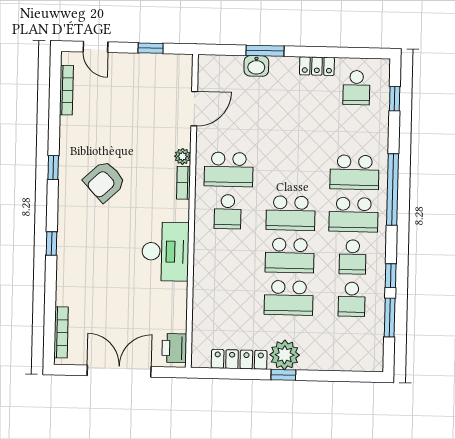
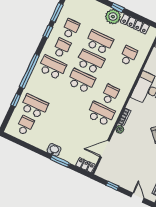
washbasin: (256, 66) -> (54, 150), moved
locker: (317, 66) -> (85, 165), moved
window: (395, 99) -> (16, 100), moved
school desk: (354, 172) -> (34, 106), moved
school desk: (226, 296) -> (128, 56), added

